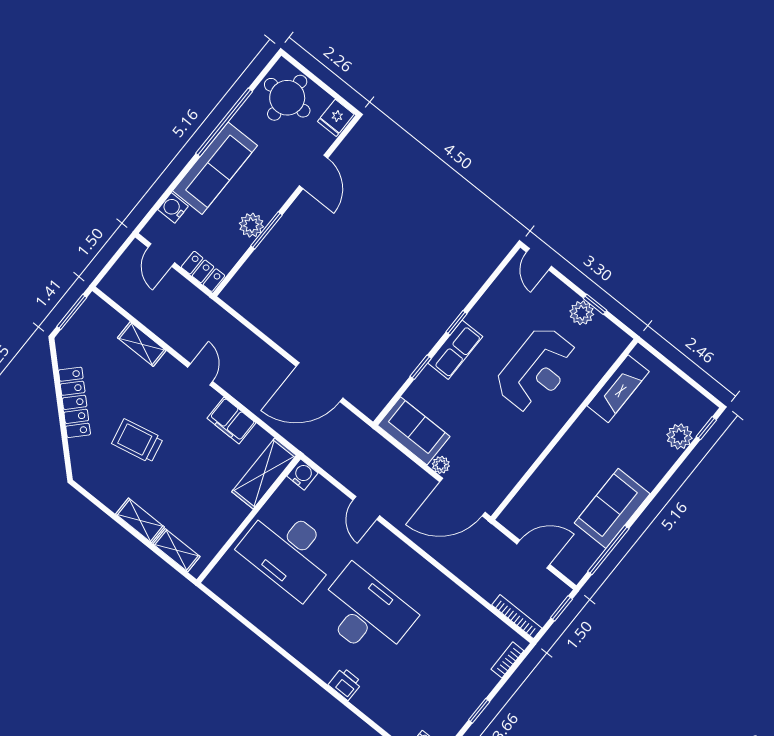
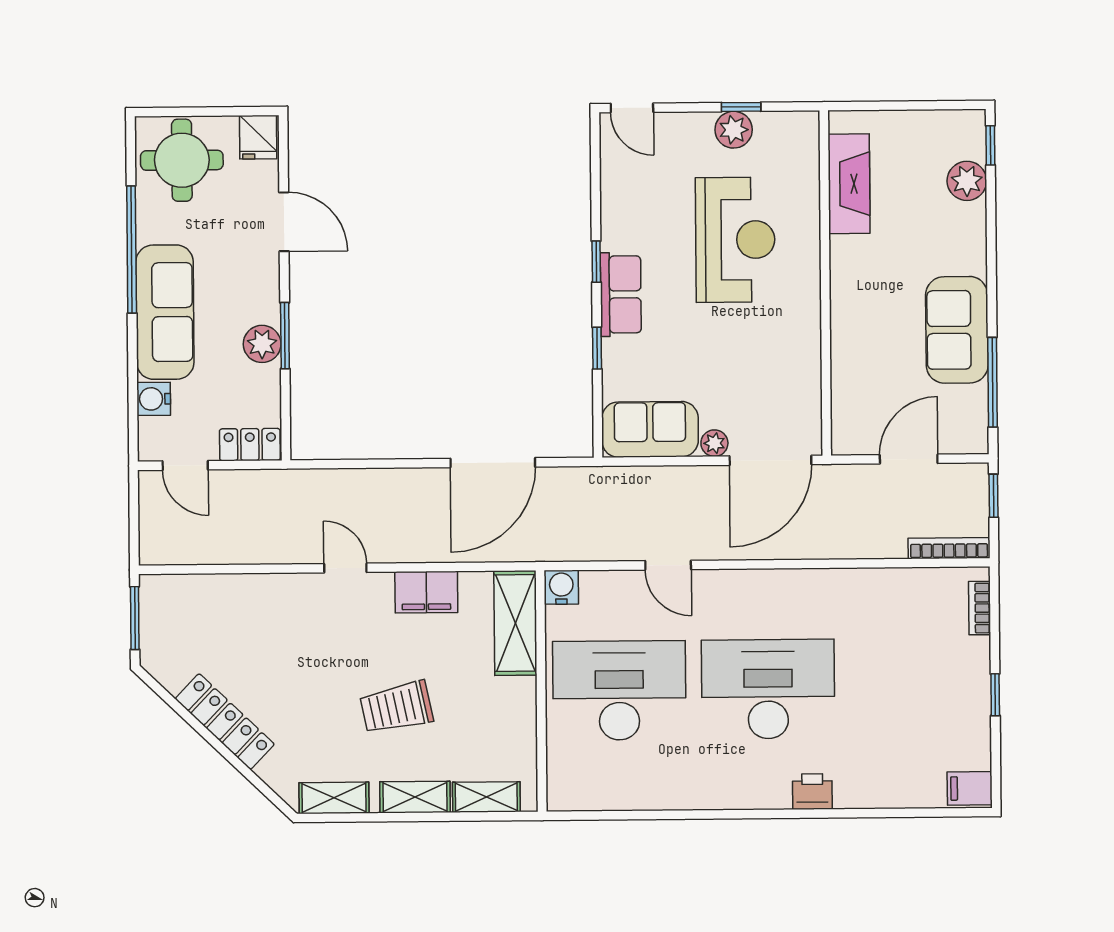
shelving: (142, 344) -> (334, 798), moved
trolley: (137, 441) -> (397, 707), moved
desk: (289, 551) -> (619, 690), turned 180

